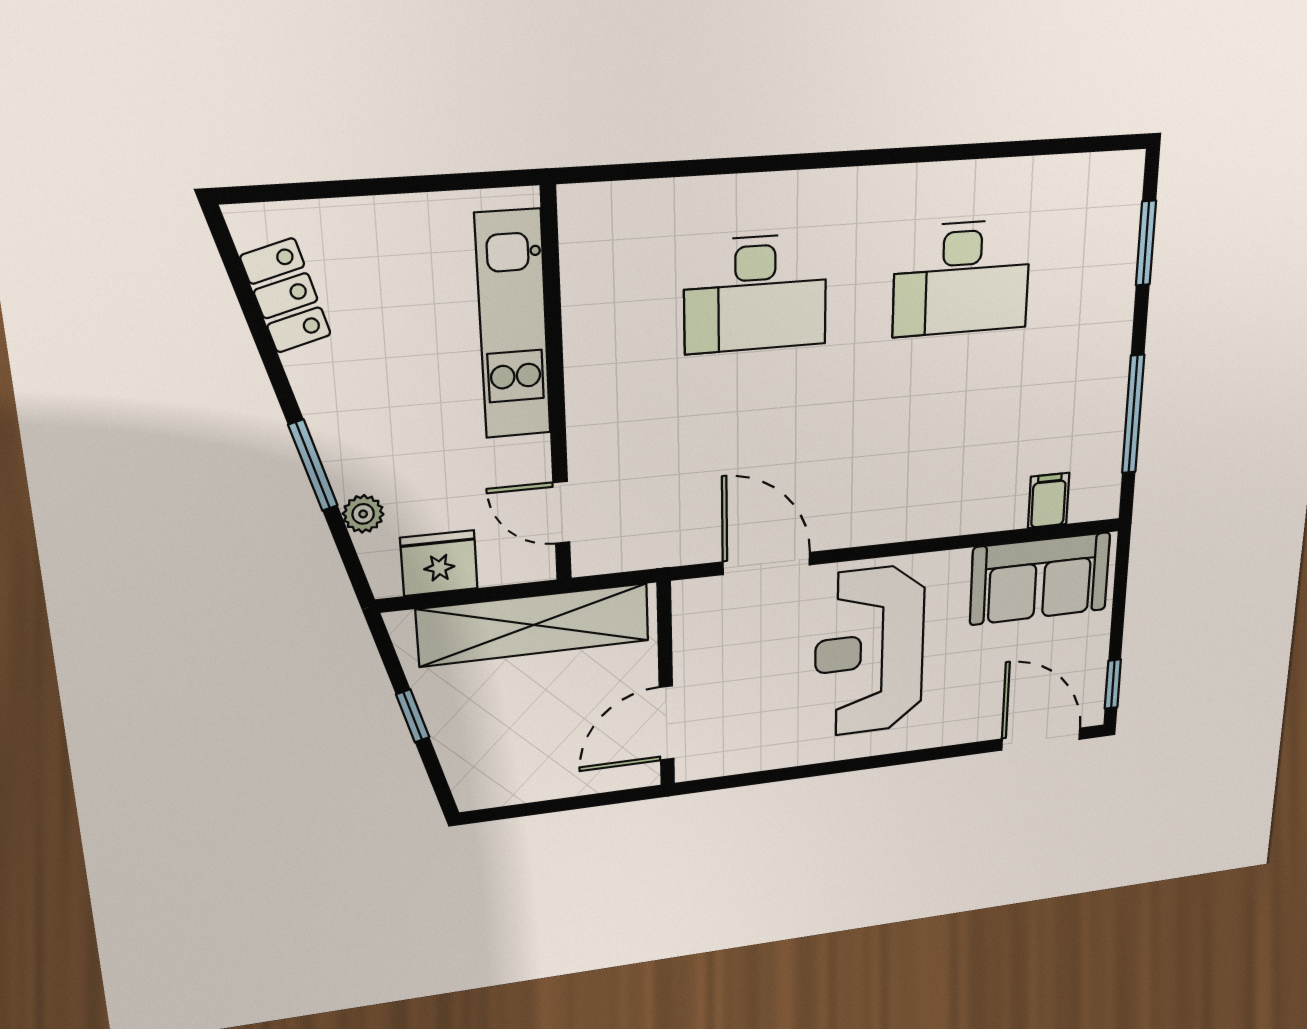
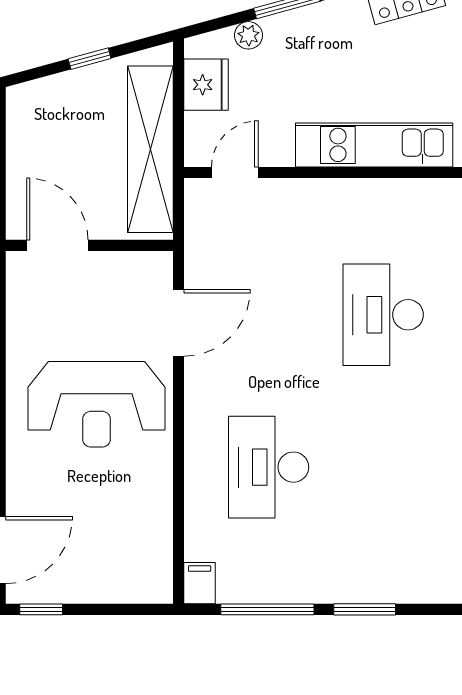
window: (1146, 243) -> (365, 609), moved
desk: (962, 278) -> (269, 467), moved
filing cabinet: (1049, 500) -> (200, 583), moved, turned -90
sofa: (1040, 579) -> (141, 541), removed
reception desk: (869, 651) -> (97, 404), turned 180

